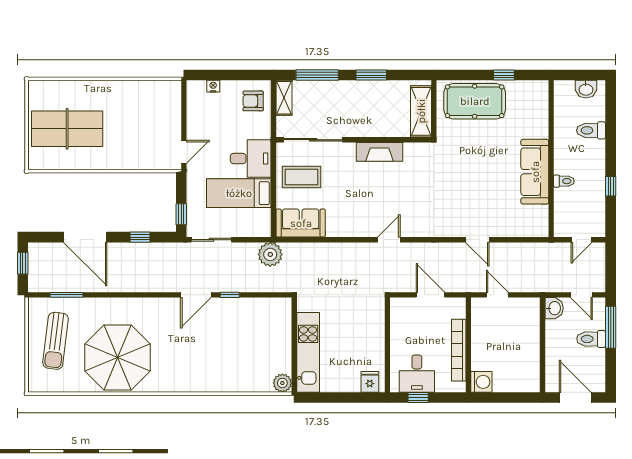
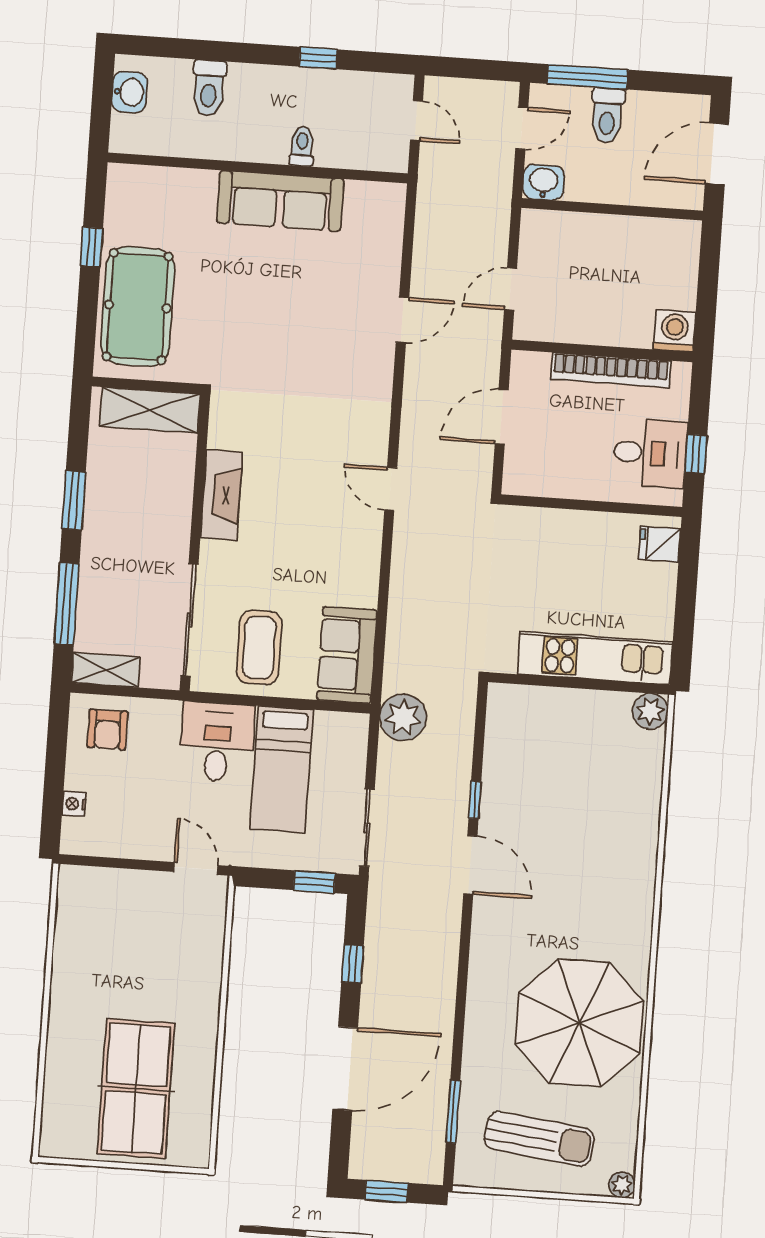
plant: (35, 386) -> (622, 1185), added

